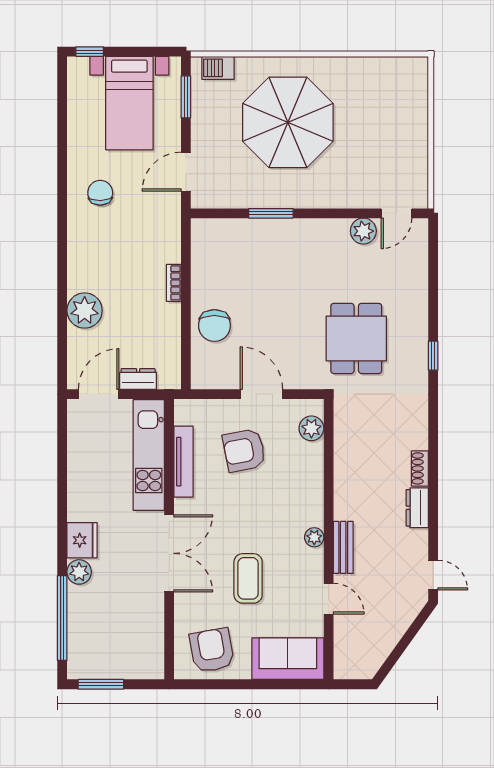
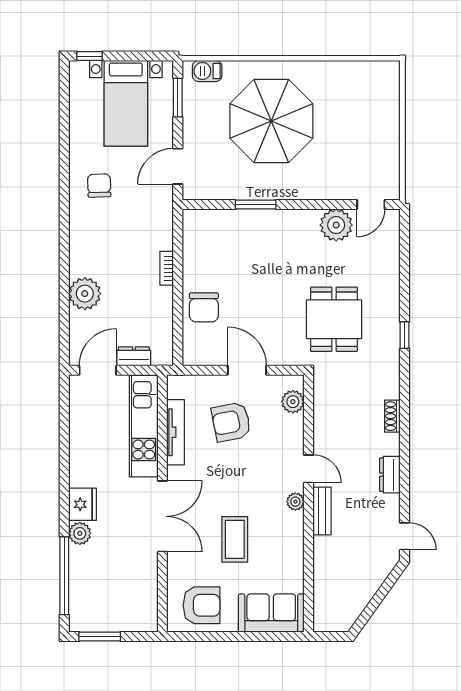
plant: (363, 231) -> (336, 225), width x1.36, depth x1.36
shoe rack: (420, 468) -> (392, 416), moved
door: (329, 599) -> (309, 469), moved
armchair: (212, 650) -> (201, 605), turned 100

